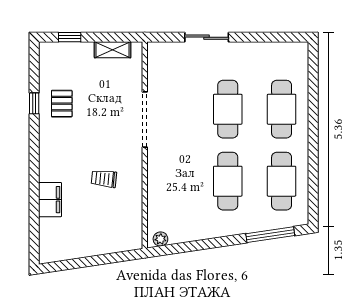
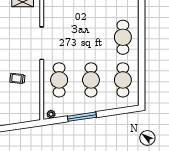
cafe table: (228, 109) -> (59, 80), moved
window: (270, 235) -> (82, 117), moved

